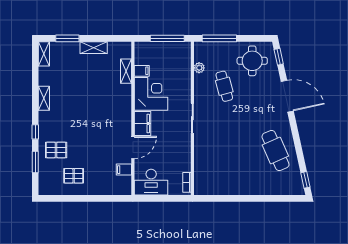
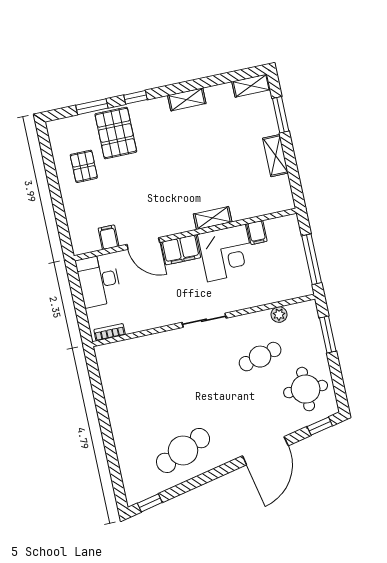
window: (219, 38) -> (328, 335), width x0.69
shelving: (126, 71) -> (213, 218), moved
pallet: (56, 150) -> (116, 133), width x1.50, depth x1.42

